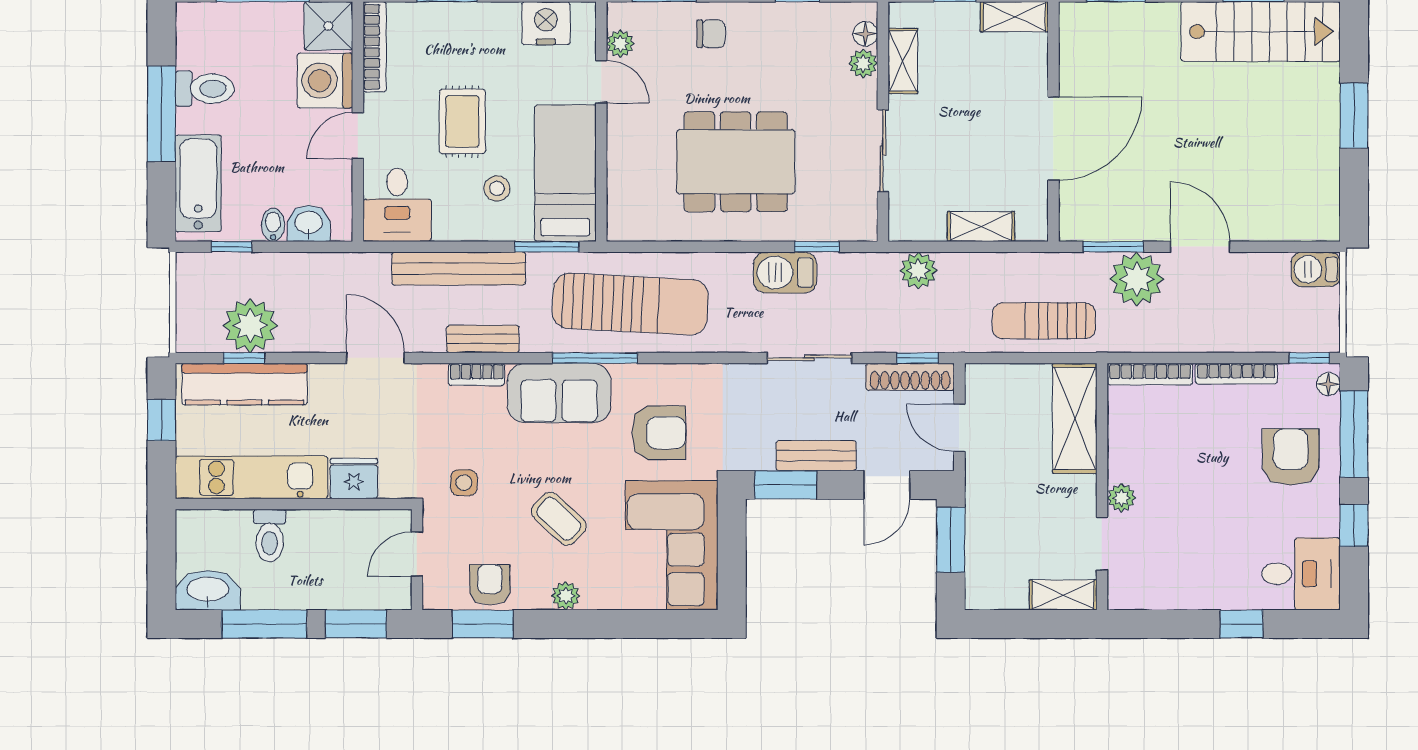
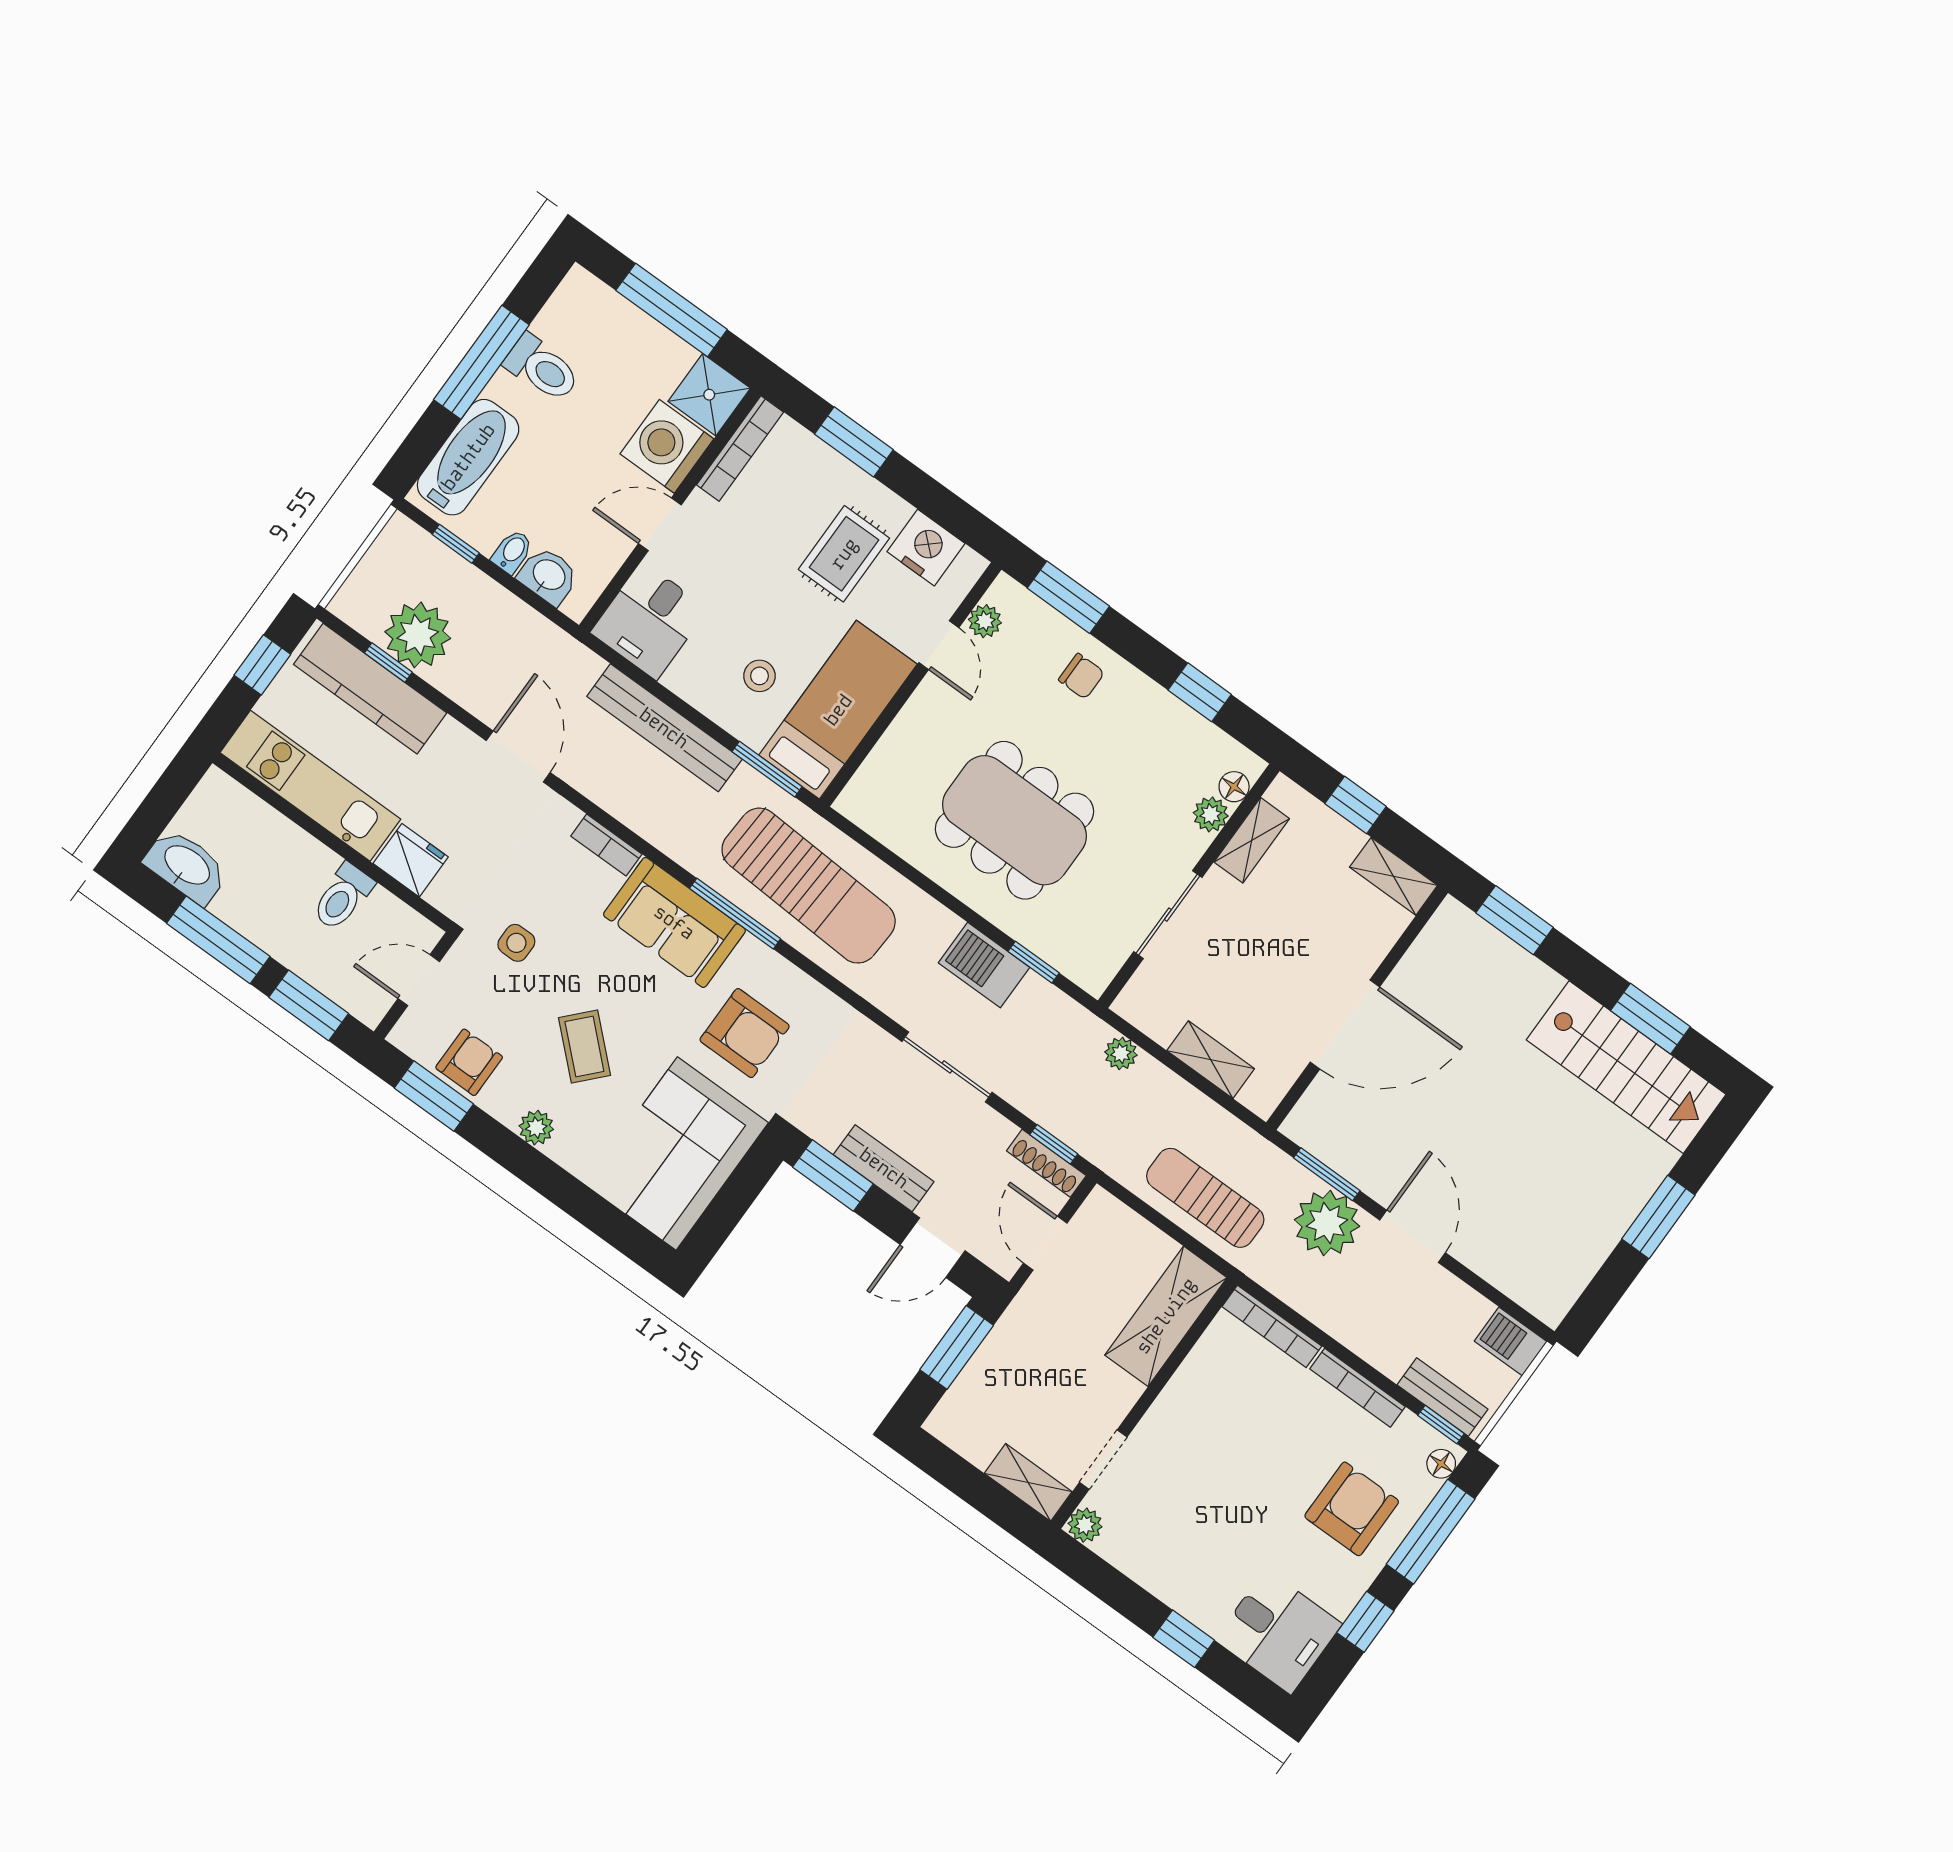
rug: (462, 121) -> (844, 554), moved
plant: (918, 271) -> (1121, 1053), width x0.73, depth x0.73
bench: (483, 339) -> (1443, 1397), moved
shoe rack: (910, 377) -> (1046, 1163), width x0.74, depth x0.81
plant: (1121, 498) -> (1085, 1525), moved
toilet: (270, 536) -> (343, 897), moved

